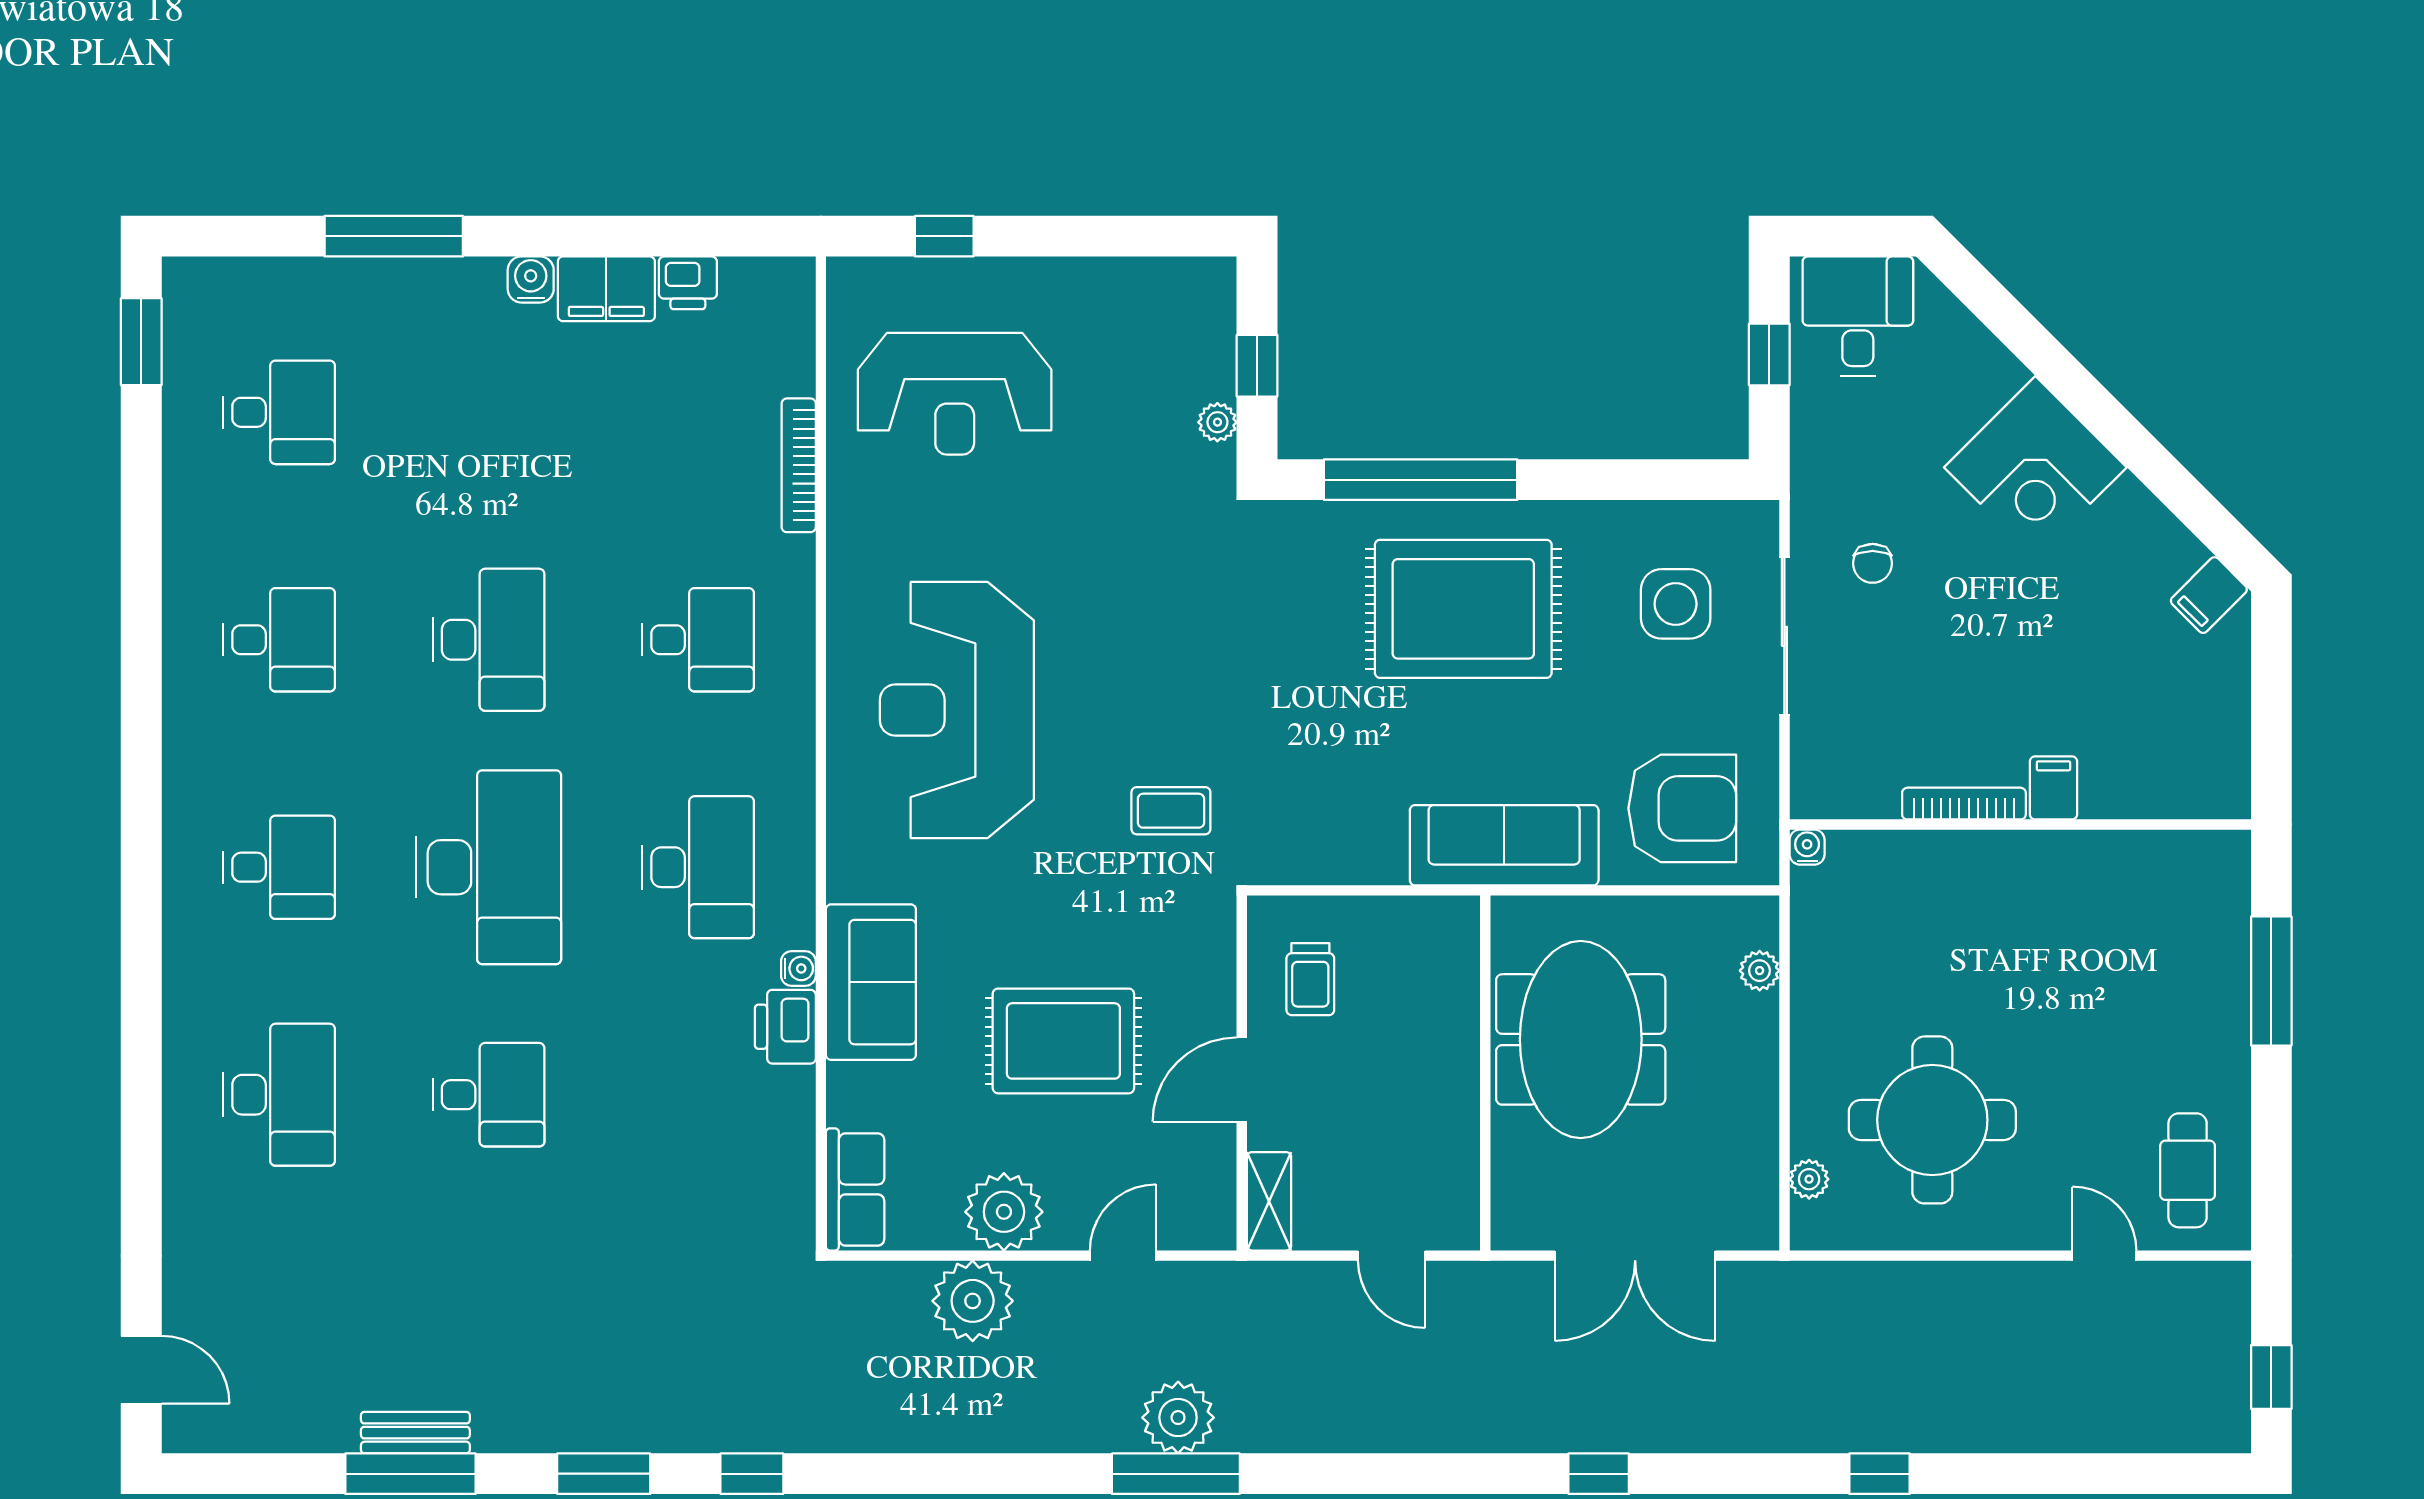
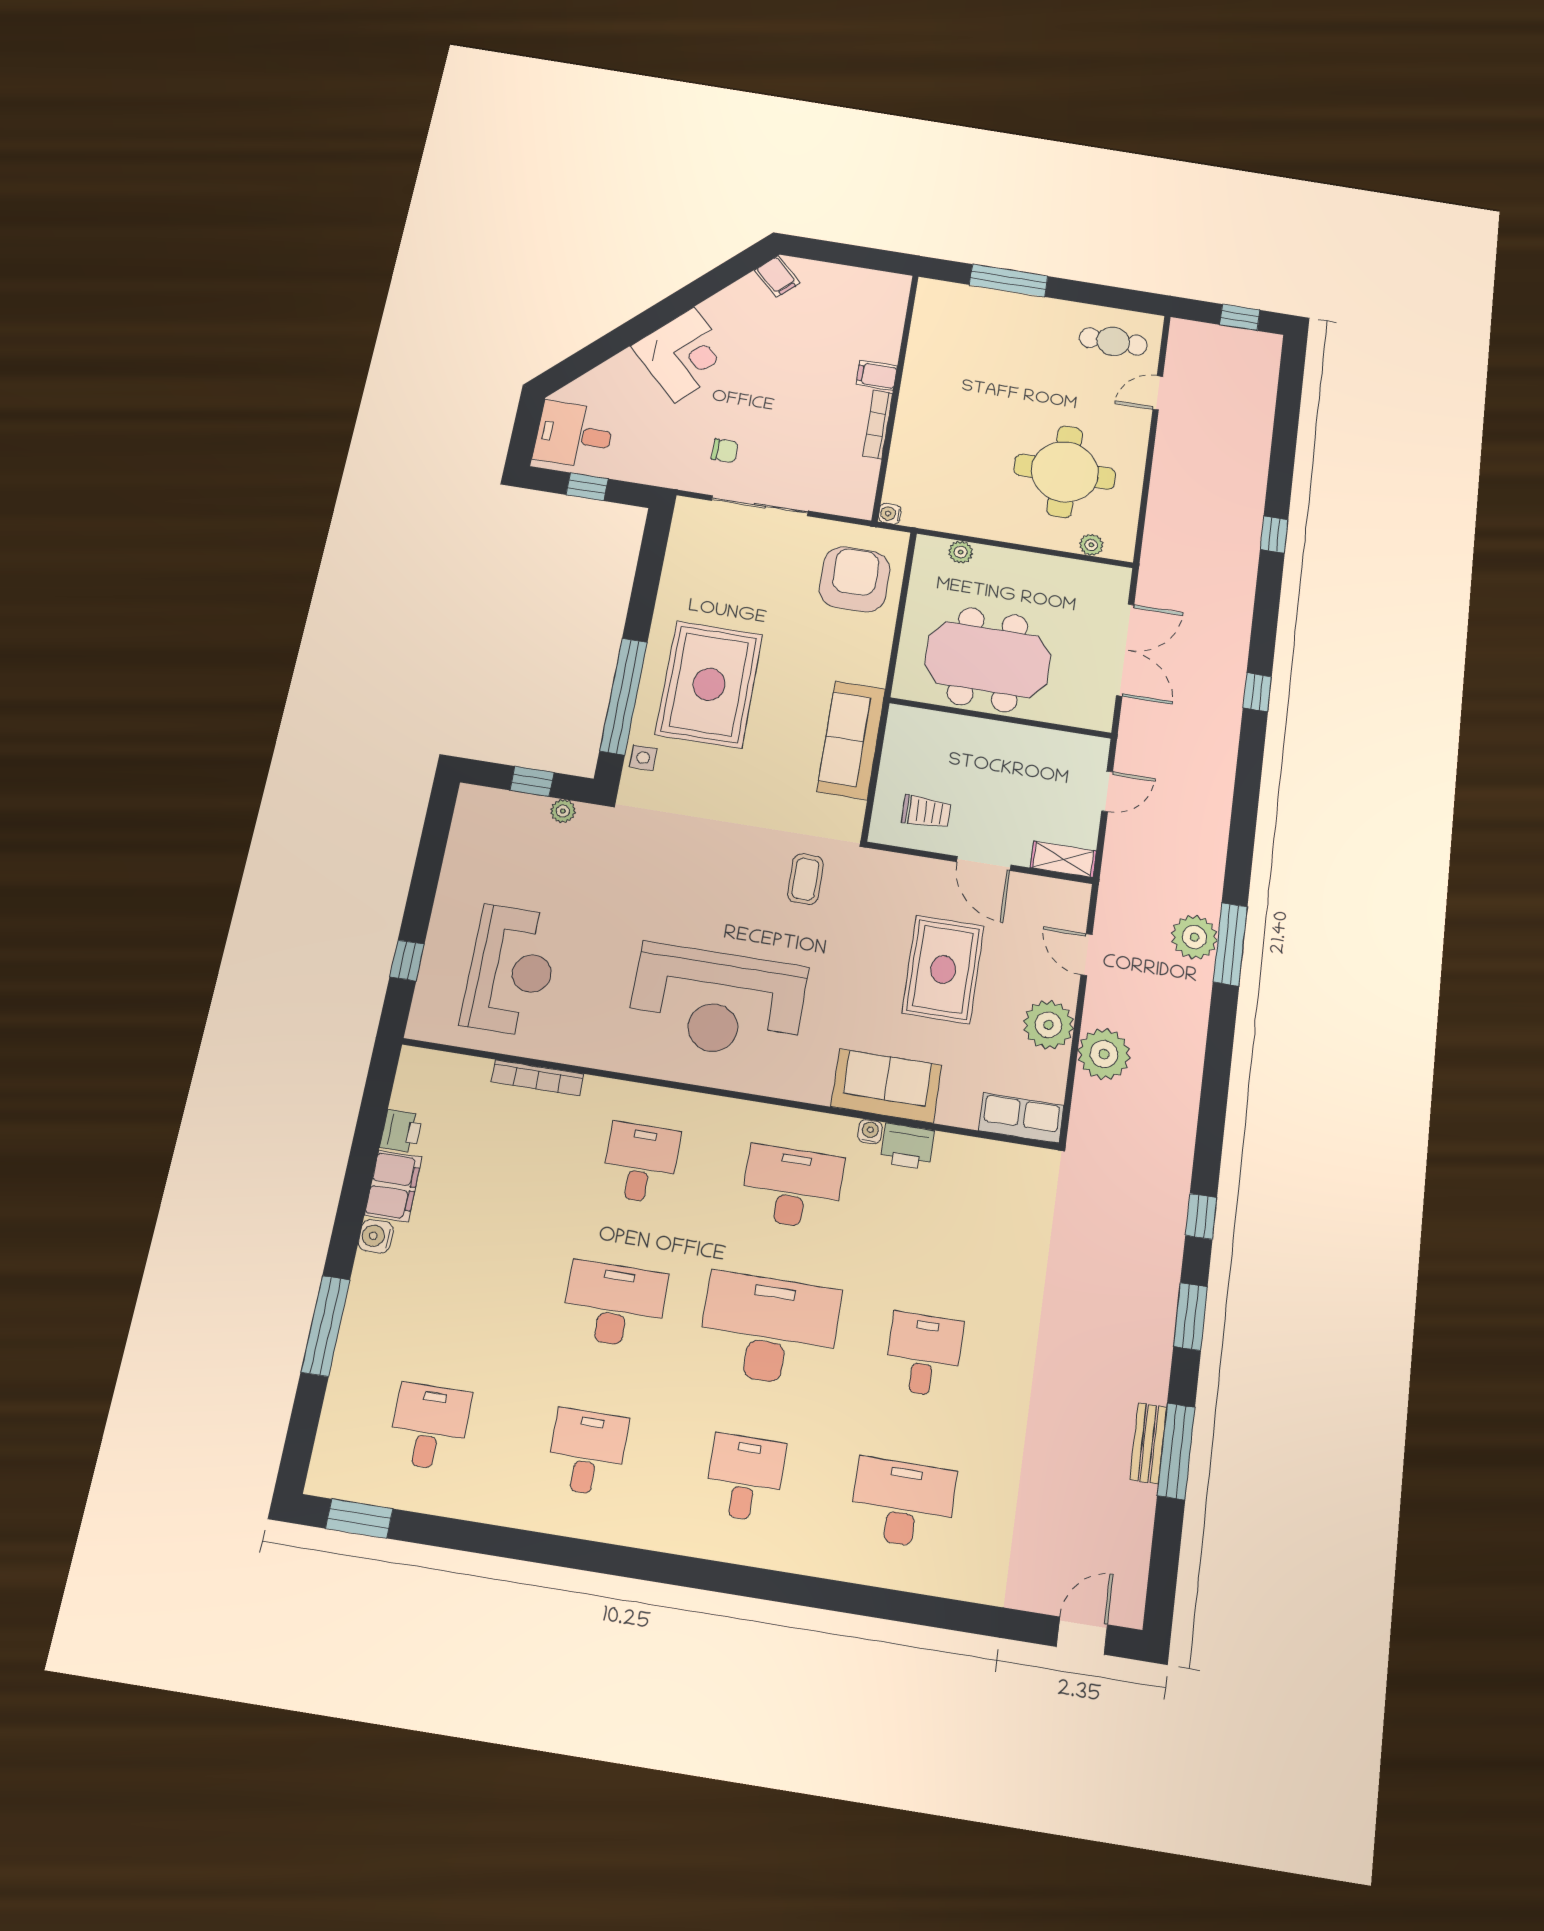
side table: (1676, 604) -> (643, 758), moved, width x0.54, depth x0.54
sofa: (1504, 845) -> (851, 740), moved

